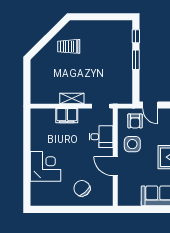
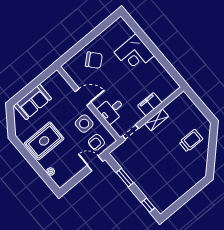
trolley: (69, 46) -> (191, 141), moved
window: (136, 60) -> (125, 178), moved
armchair: (135, 121) -> (96, 142), turned -90

